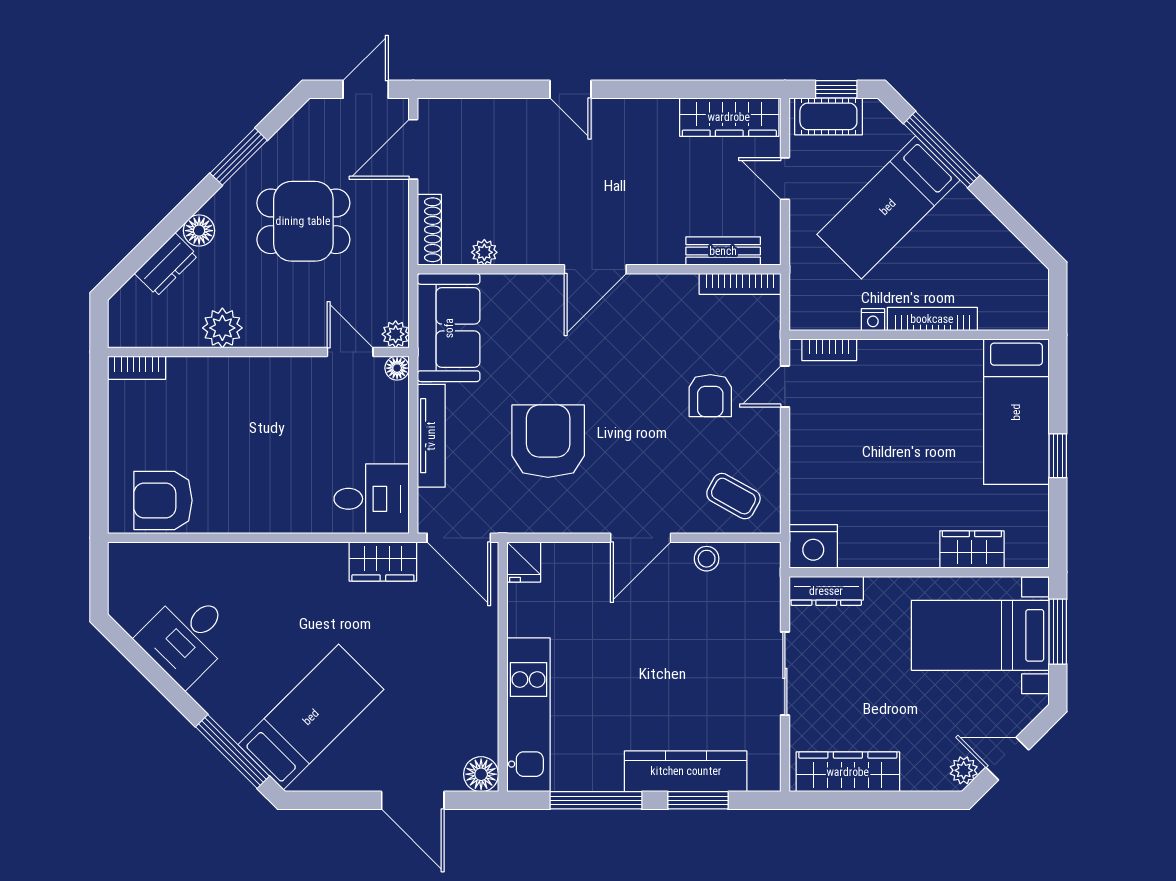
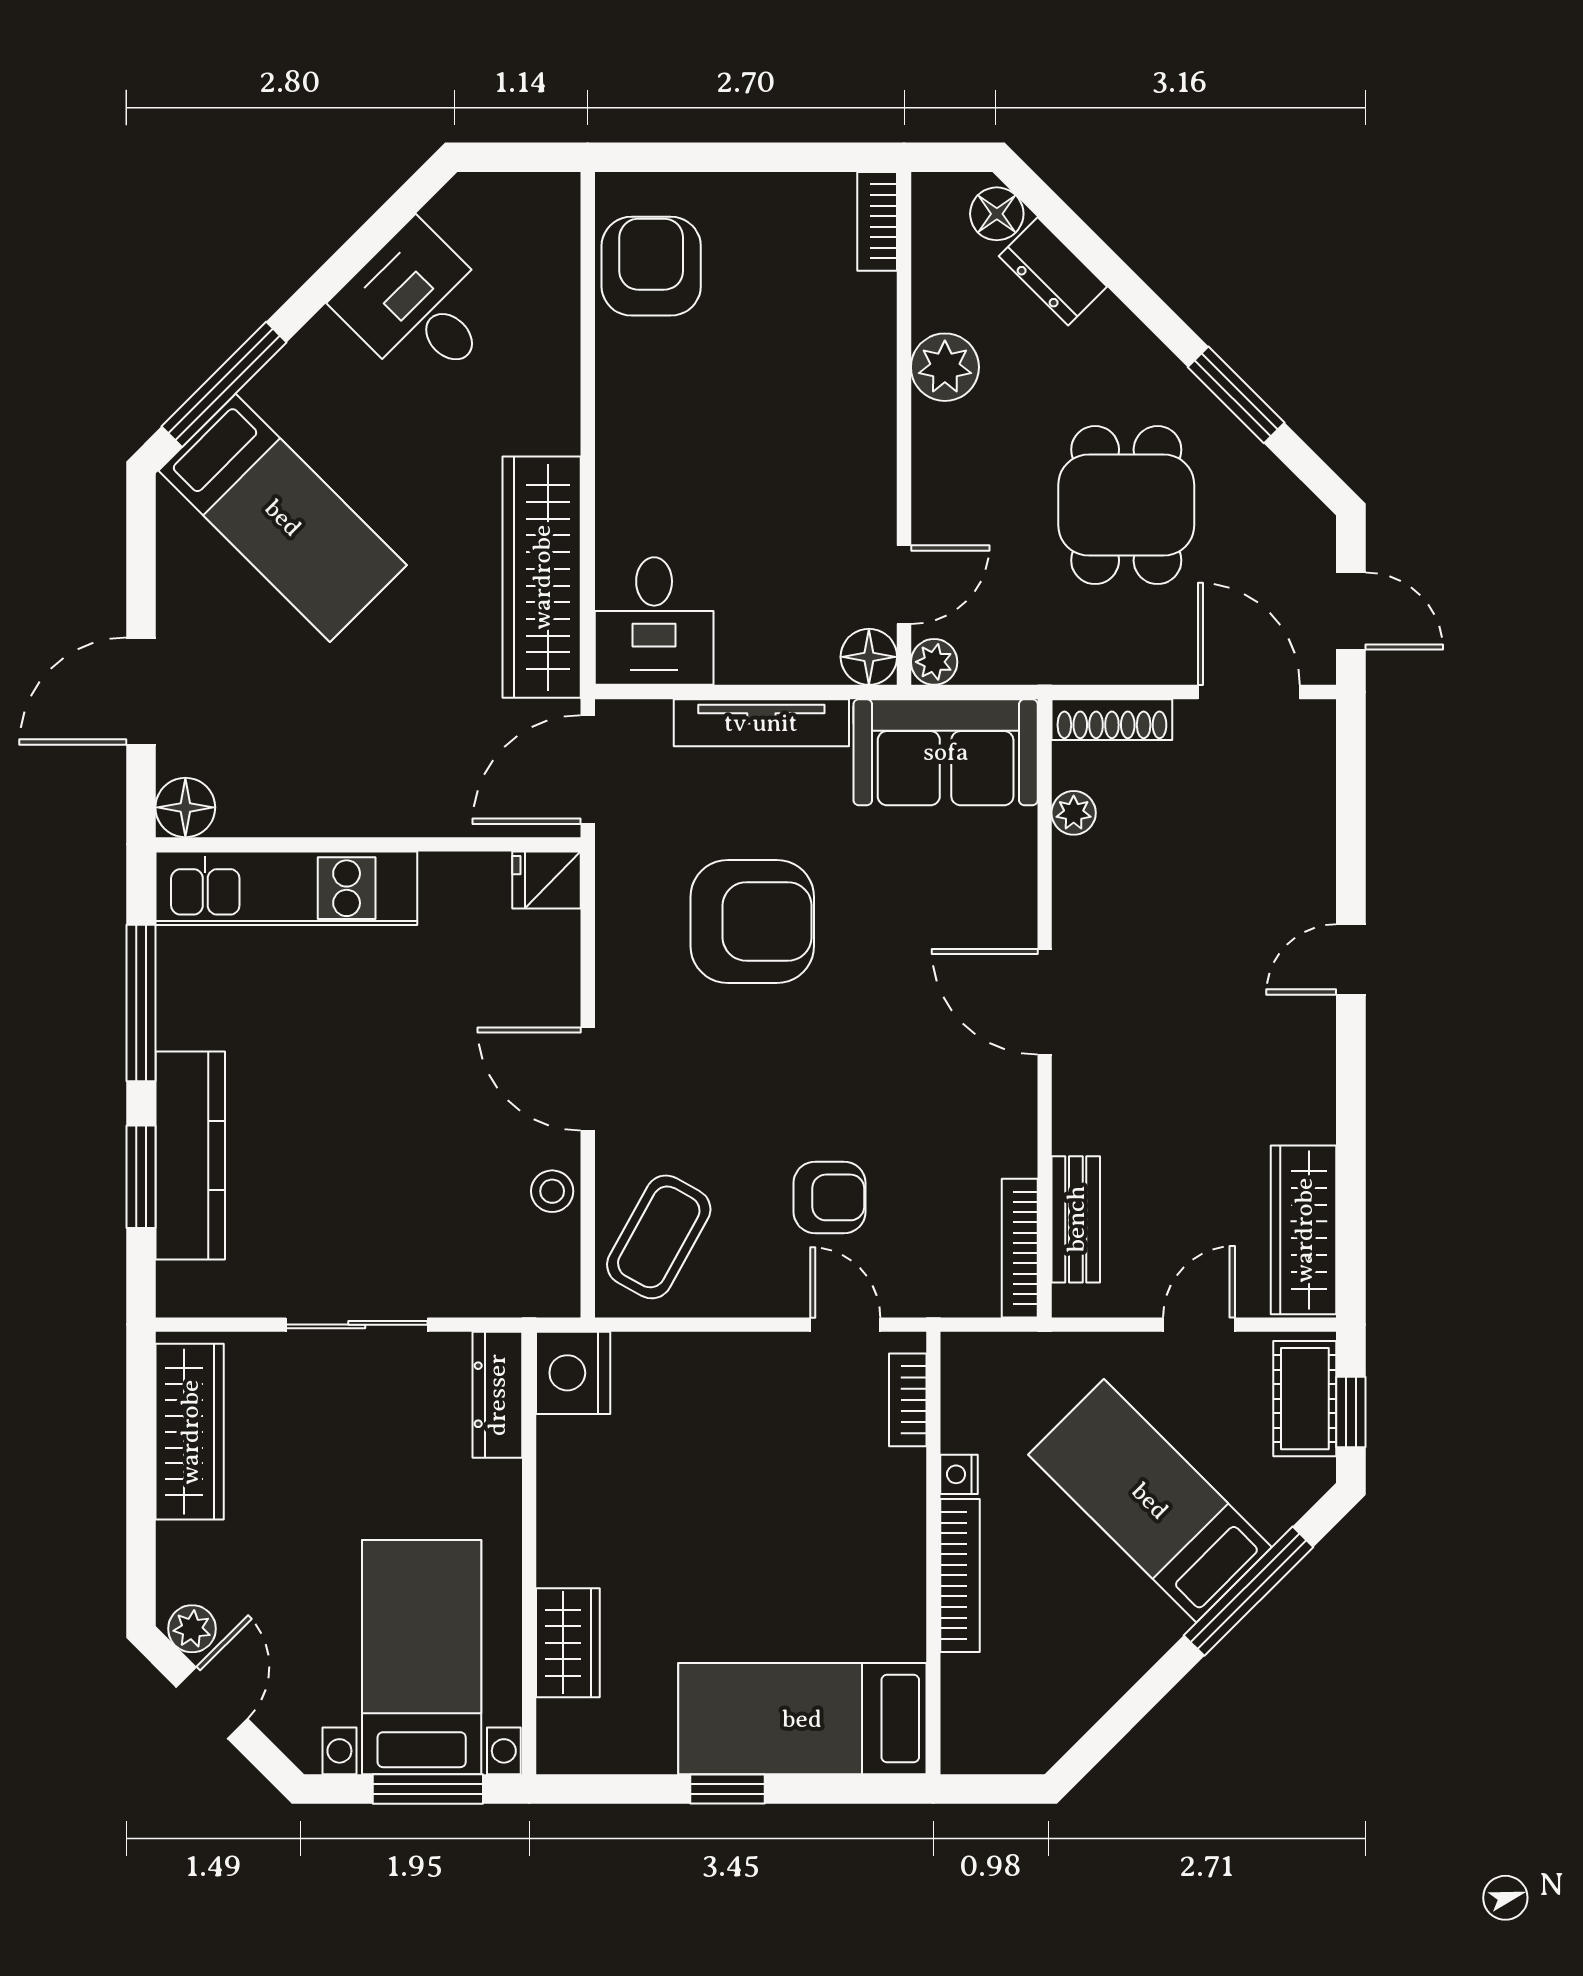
floor lamp: (199, 231) -> (997, 214), moved
floor lamp: (397, 368) -> (869, 657), width x1.37, depth x1.37
armchair: (710, 396) -> (830, 1197), turned 180
coffee table: (733, 496) -> (659, 1237), width x1.36, depth x1.30
wardrobe: (383, 561) -> (542, 577), width x2.10, depth x1.17

